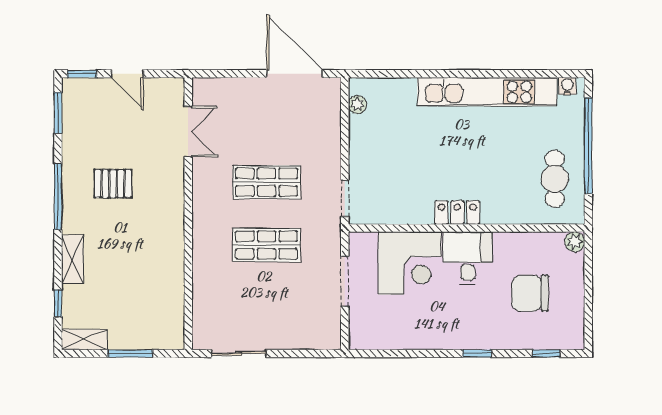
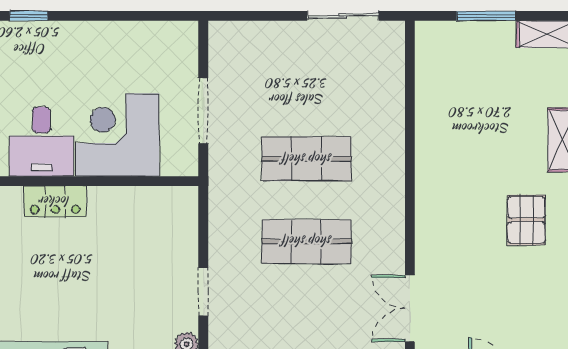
pallet: (113, 184) -> (526, 220), moved, turned 90
doorway: (345, 198) -> (203, 292), moved

